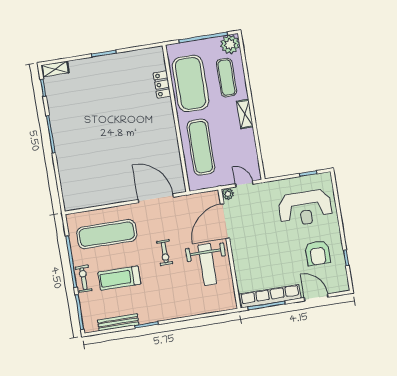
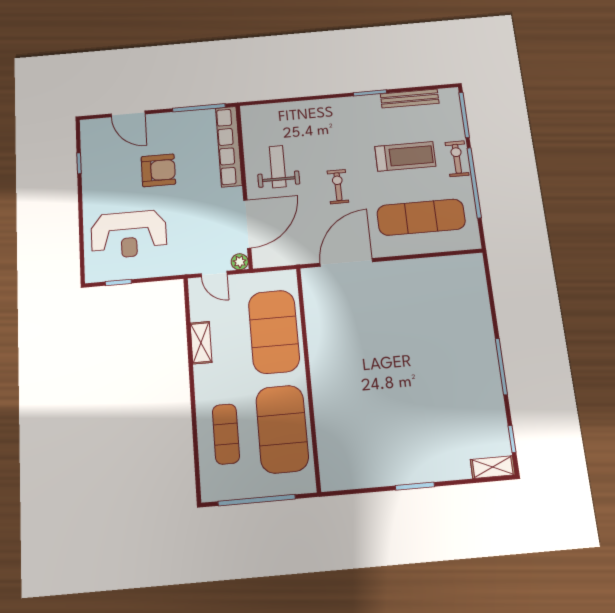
plant: (230, 44) -> (216, 486), removed
locker: (162, 85) -> (326, 430), removed
shelving: (245, 114) -> (201, 343), moved
exercise mat: (201, 147) -> (274, 332), width x1.47
door: (156, 198) -> (346, 262), swing flipped
reception desk: (305, 208) -> (129, 234), turned 180
armchair: (318, 253) -> (158, 170), moved, turned 90
weight bench: (207, 264) -> (278, 167), width x0.73, depth x0.75
exercise bike: (84, 279) -> (457, 159), turned 180
row of seats: (270, 296) -> (229, 146), moved, turned 90

